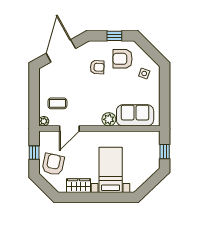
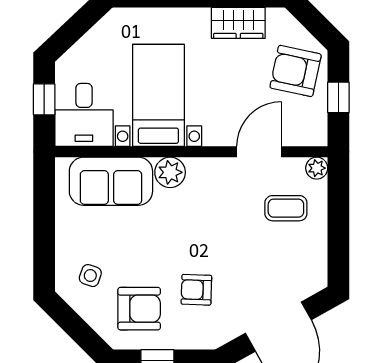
desk: (147, 145) -> (84, 115), added
armchair: (53, 164) -> (296, 71), turned 90
bed with nightstands: (111, 170) -> (158, 95), moved, turned 180

